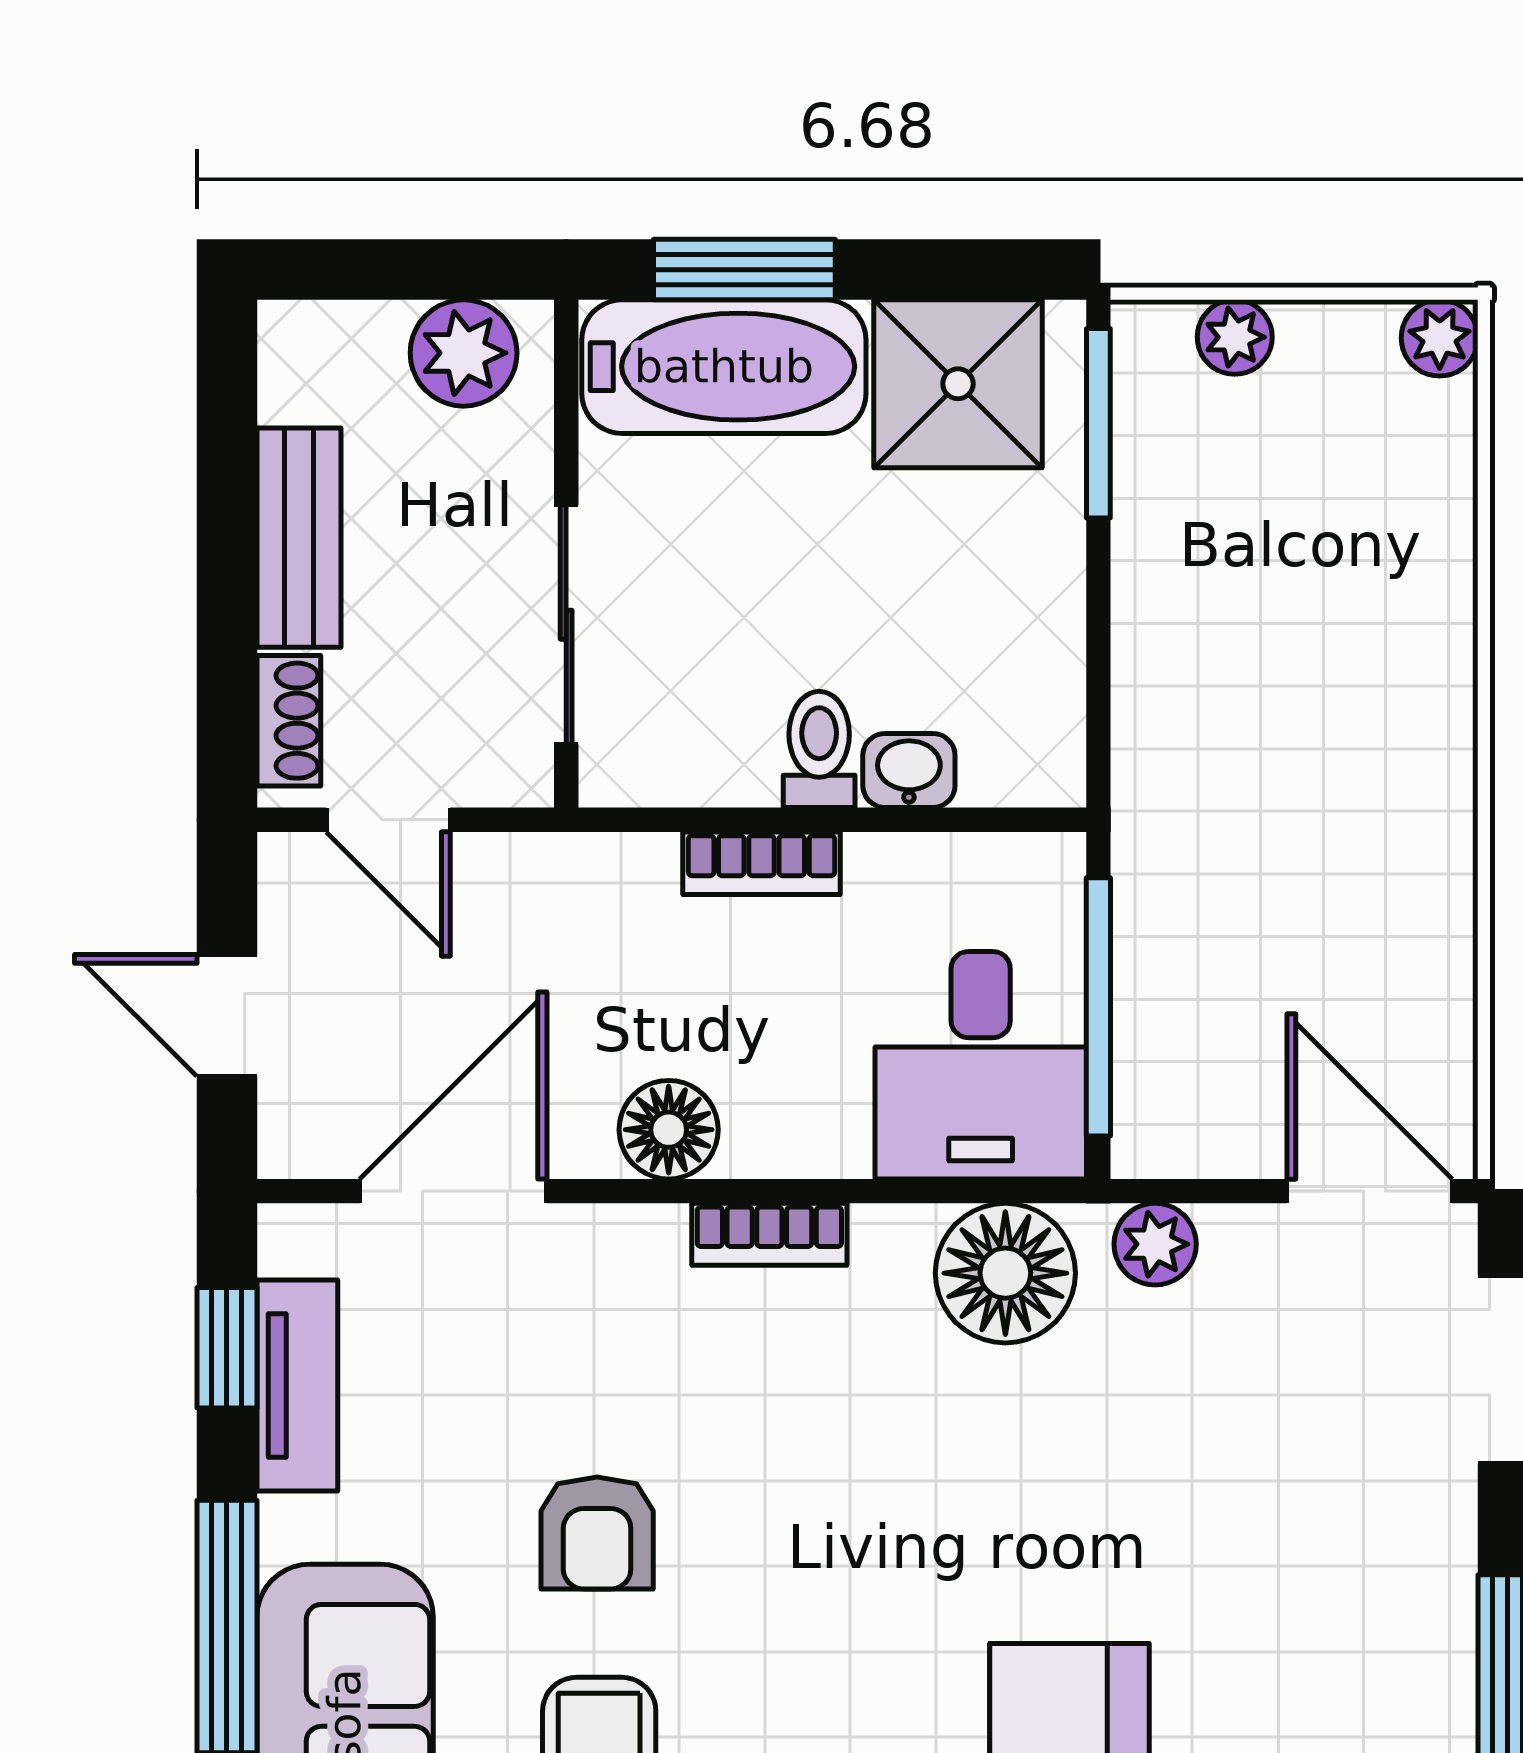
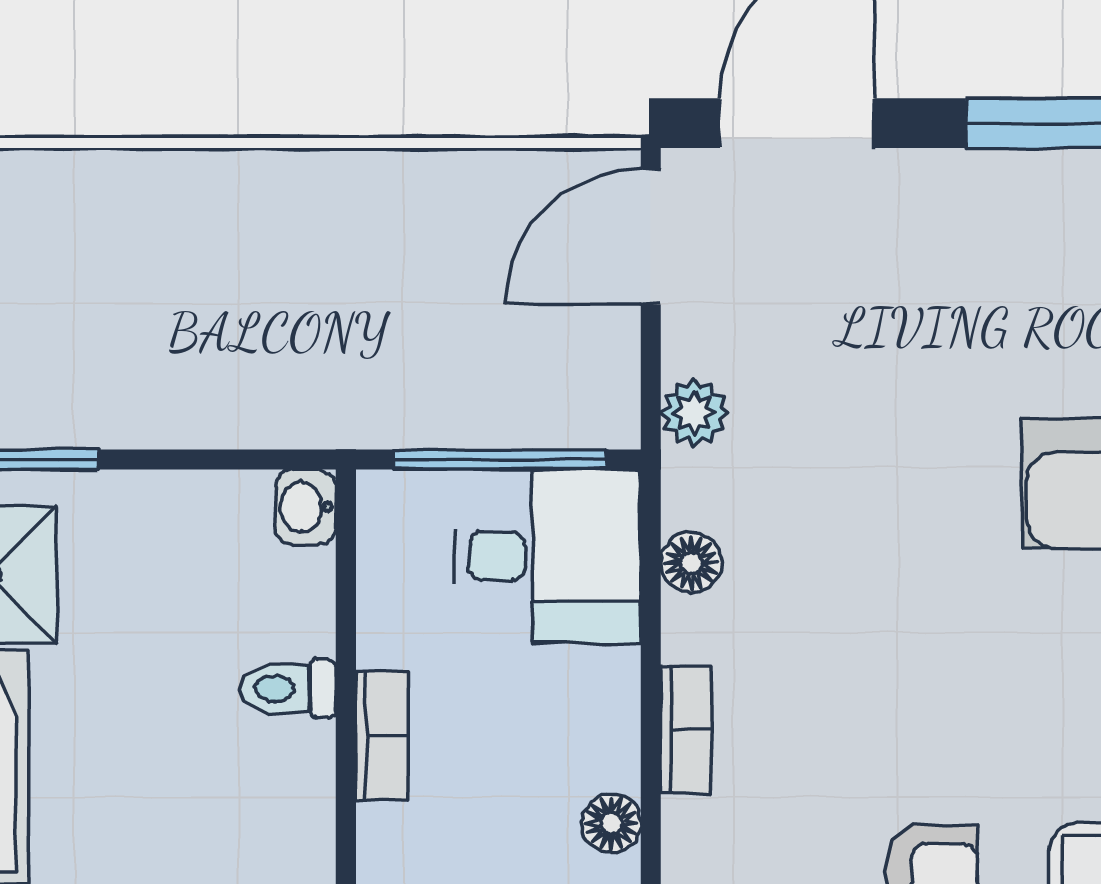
washbasin: (909, 770) -> (305, 507), moved
floor lamp: (669, 1130) -> (611, 823), width x0.73, depth x0.73
floor lamp: (1005, 1273) -> (691, 563), width x0.53, depth x0.53

